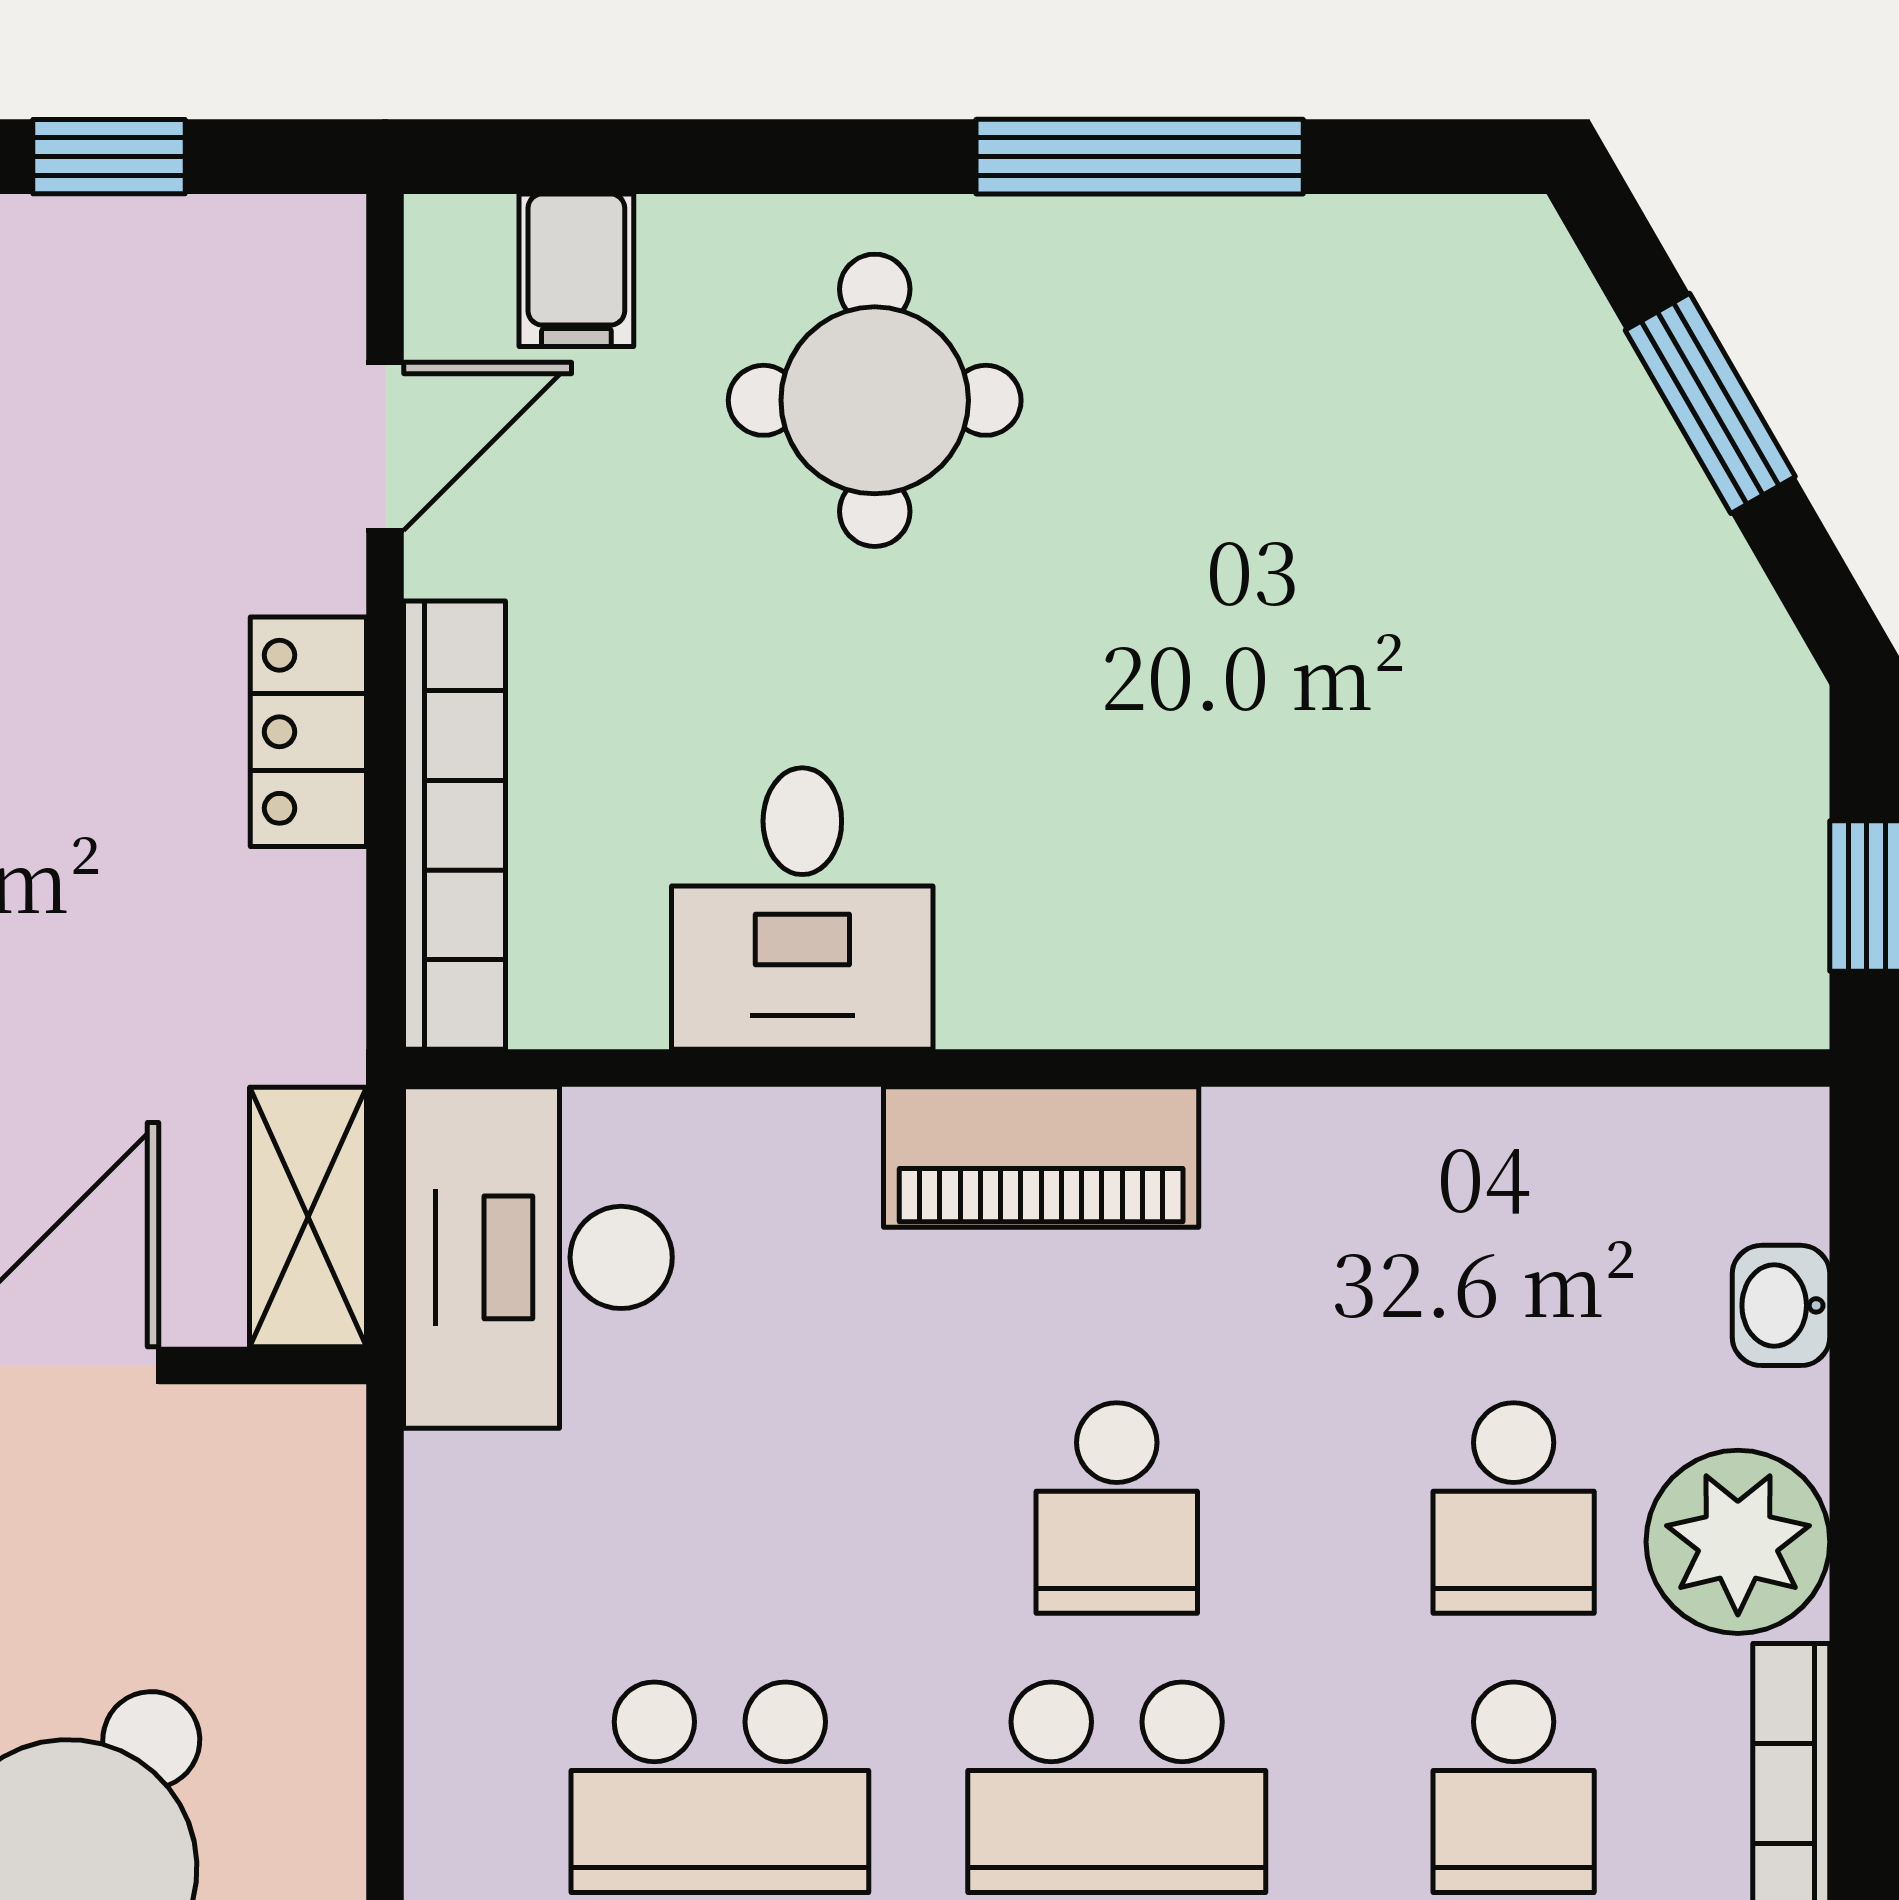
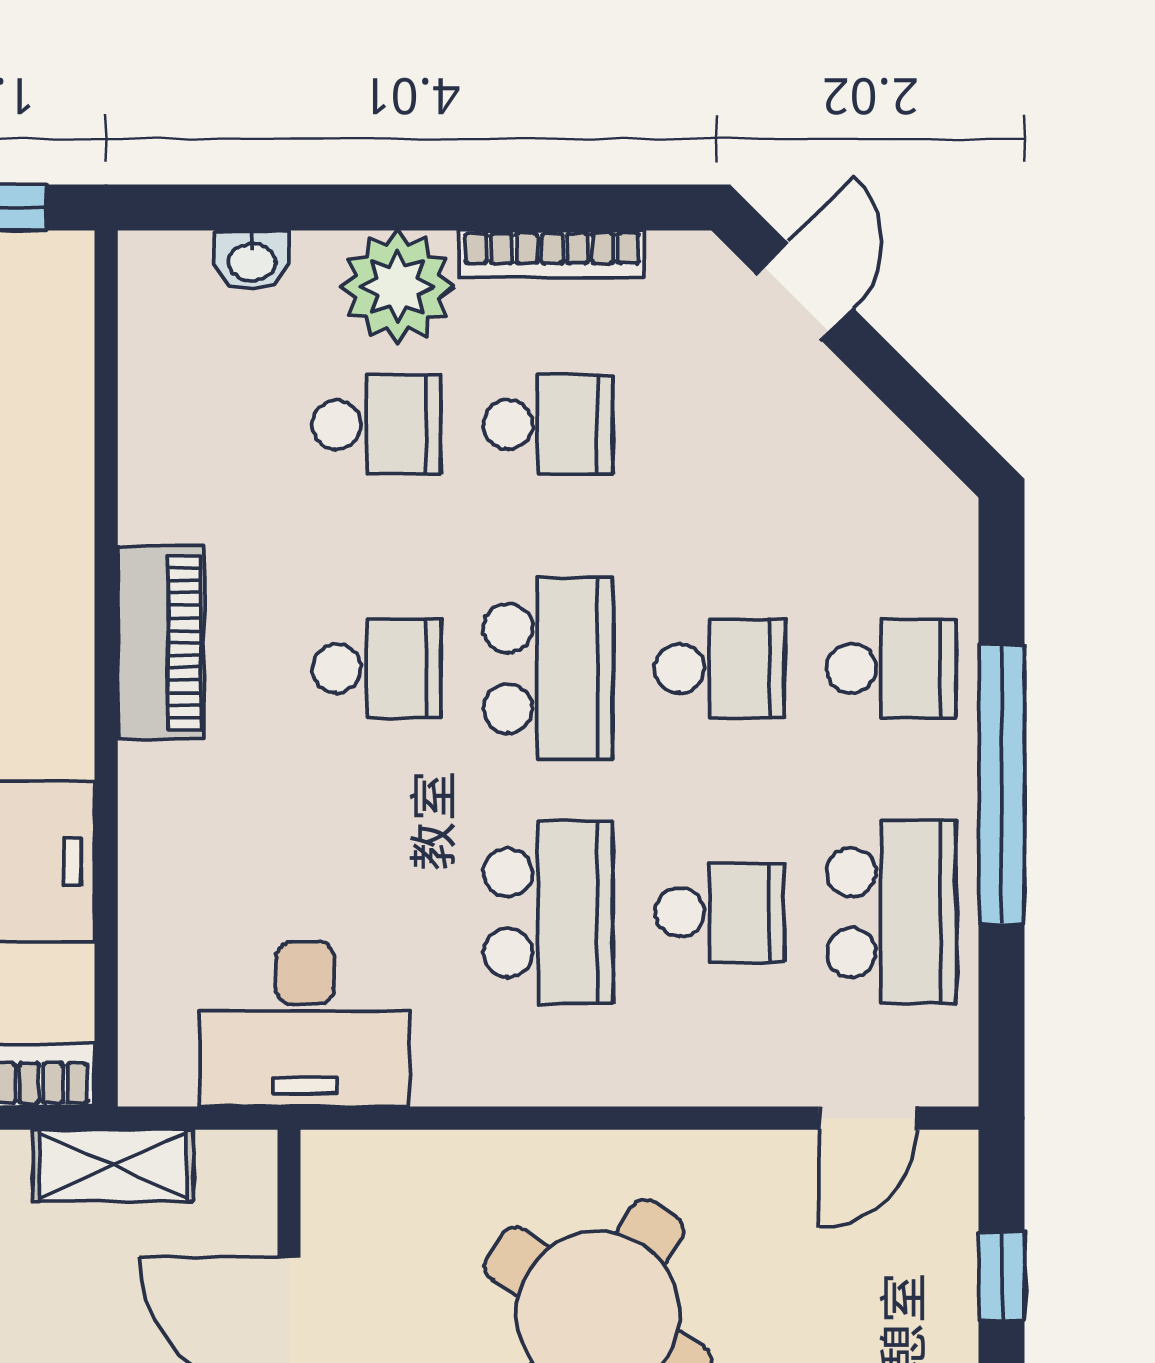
piano: (1041, 1157) -> (161, 643), moved
shelving: (308, 1217) -> (113, 1165), moved
desk: (538, 1257) -> (305, 1024), moved

